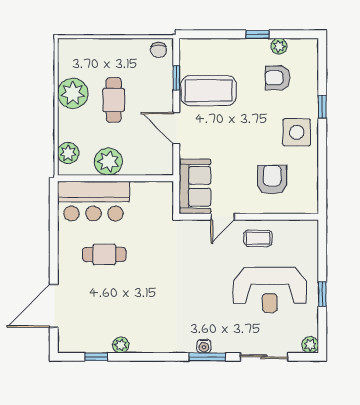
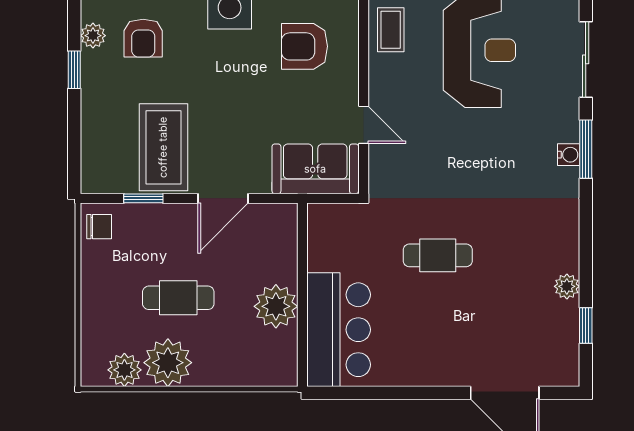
plant: (68, 153) -> (124, 370), moved
coffee table: (258, 238) -> (391, 30), moved
cafe table: (104, 254) -> (438, 255), moved, turned 90

